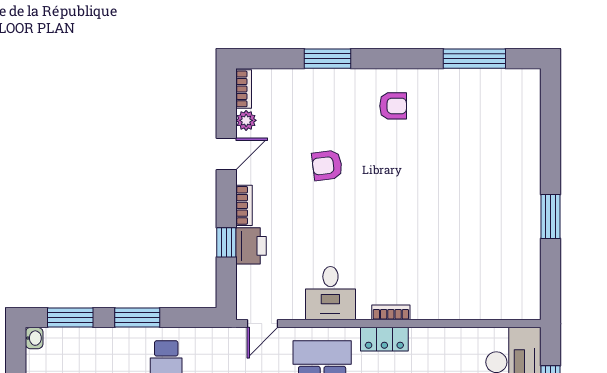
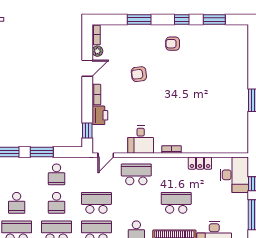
window: (411, 59) -> (182, 19), added
window: (474, 59) -> (214, 19), width x0.69
armchair: (393, 106) -> (173, 44), turned 180
window: (226, 242) -> (87, 130), moved
locker: (384, 339) -> (200, 163), moved

